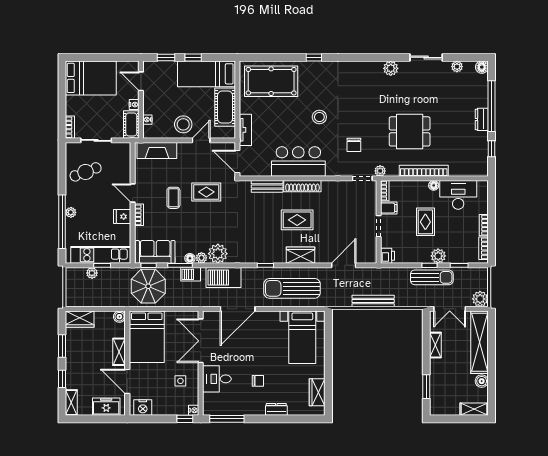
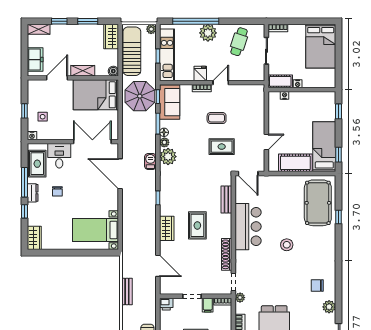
window: (193, 57) -> (338, 155), moved
window: (314, 57) -> (338, 217), moved
door: (141, 81) -> (318, 90), removed
stool: (183, 124) -> (280, 126), removed
tv unit: (245, 130) -> (276, 181), removed
door: (201, 140) -> (266, 142), hinge flipped
chair: (354, 145) -> (317, 285), moved
fireplace: (157, 151) -> (258, 104), removed
door: (237, 161) -> (248, 174), swing flipped
cafe table: (86, 172) -> (239, 42), turned 39
shoe rack: (302, 186) -> (227, 254), moved
rug: (206, 192) -> (222, 147), turned 90
plant: (71, 212) -> (208, 33), width x1.88, depth x1.88
plant: (92, 273) -> (151, 29), moved
barbecue: (191, 274) -> (150, 133), removed
barbecue: (223, 277) -> (150, 161), width x0.53, depth x0.65
sun lounger: (292, 288) -> (132, 51), moved
bench: (373, 301) -> (127, 291), width x0.73
side table: (180, 381) -> (43, 117), moved
wardrobe: (317, 392) -> (34, 238), moved, turned 90
rug: (226, 404) -> (37, 164), added
nightstand: (143, 408) -> (34, 91), removed
dresser: (276, 409) -> (33, 193), moved
window: (185, 419) -> (24, 111), moved
window: (227, 419) -> (24, 182), moved
window: (281, 419) -> (24, 211), added

